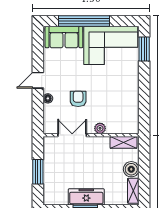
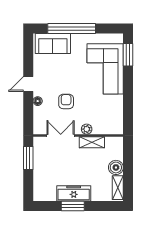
corner sofa: (111, 45) -> (105, 69), moved, turned 90
shelving: (123, 142) -> (92, 142), moved
window: (38, 172) -> (28, 158), moved

